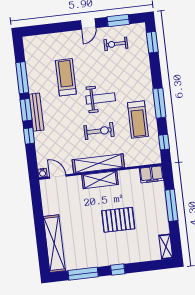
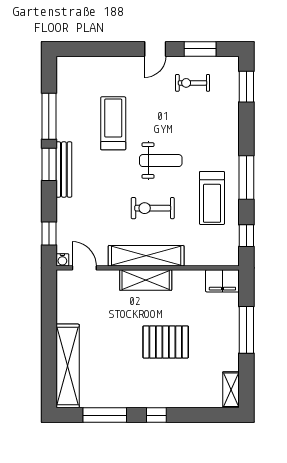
exercise bike: (99, 131) -> (153, 208), turned 180
window: (29, 136) -> (49, 234), moved

